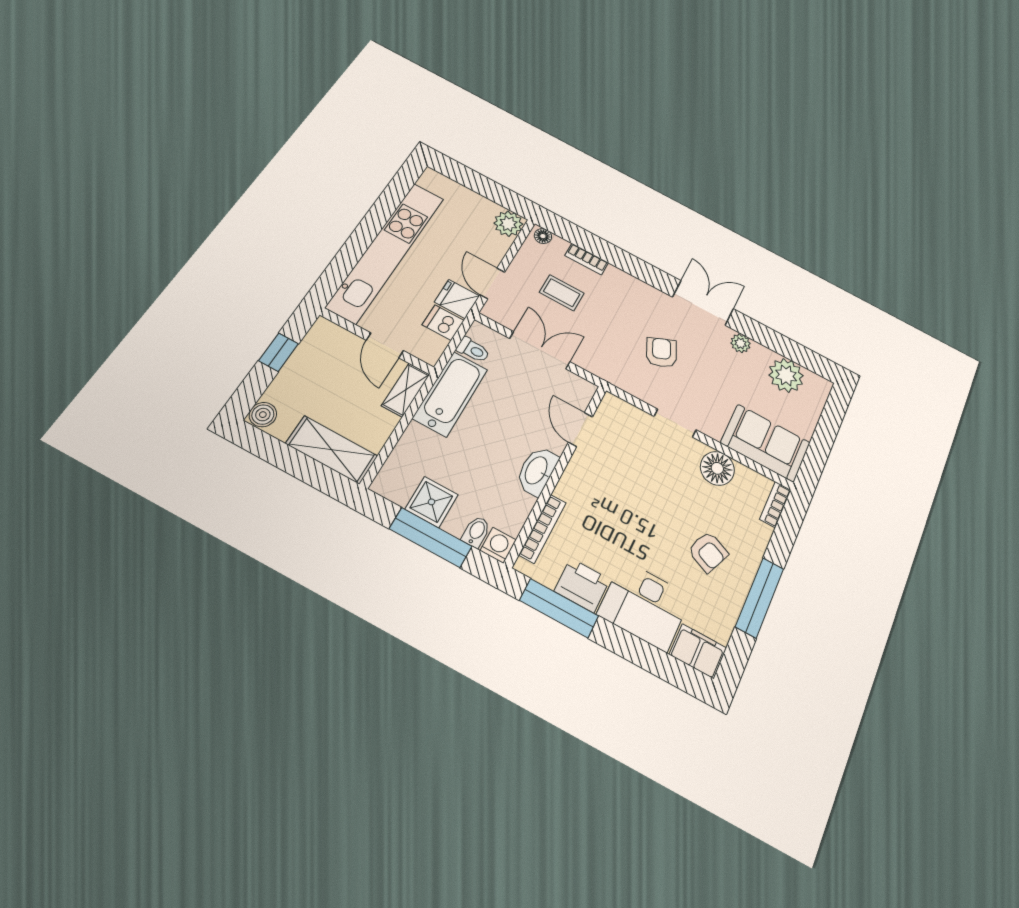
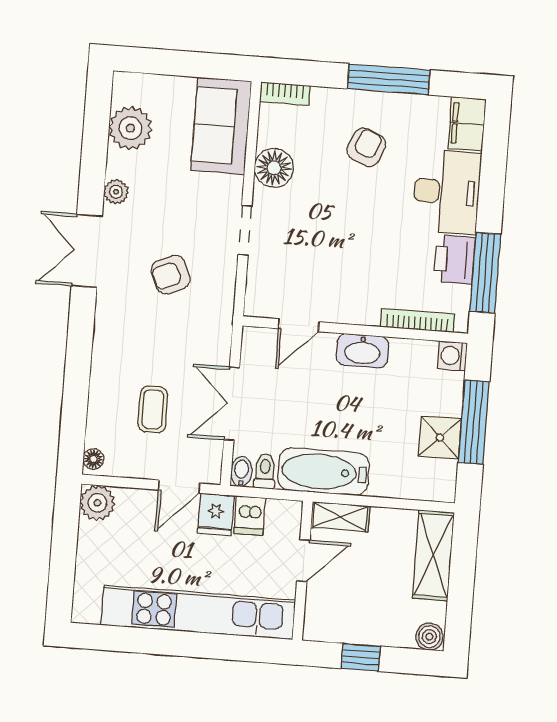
bookcase: (587, 259) -> (98, 400), removed
bidet: (476, 532) -> (241, 472), moved, turned 90

